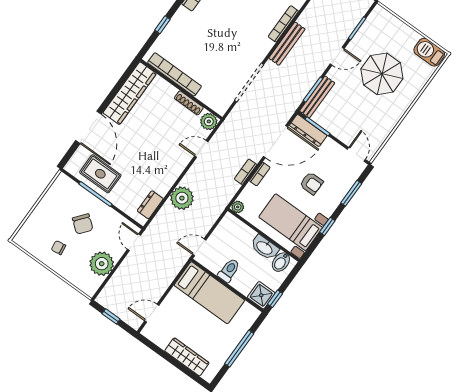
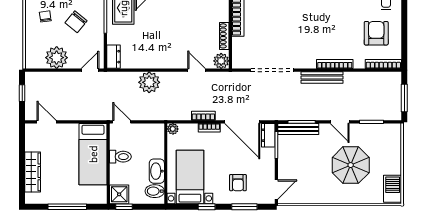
dresser: (308, 130) -> (268, 135), width x0.70
armchair: (311, 183) -> (238, 183), moved
dresser: (150, 205) -> (113, 57), moved, turned 90

